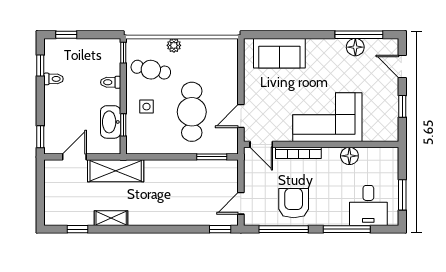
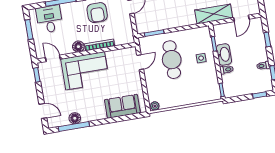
plant: (174, 45) -> (155, 106), moved
cafe table: (151, 70) -> (202, 82), removed
window: (402, 106) -> (37, 75), moved
washbasin: (111, 122) -> (224, 54), moved
window: (40, 137) -> (267, 39), moved
door: (261, 144) -> (53, 58), moved
floor lamp: (349, 156) -> (78, 47), moved

